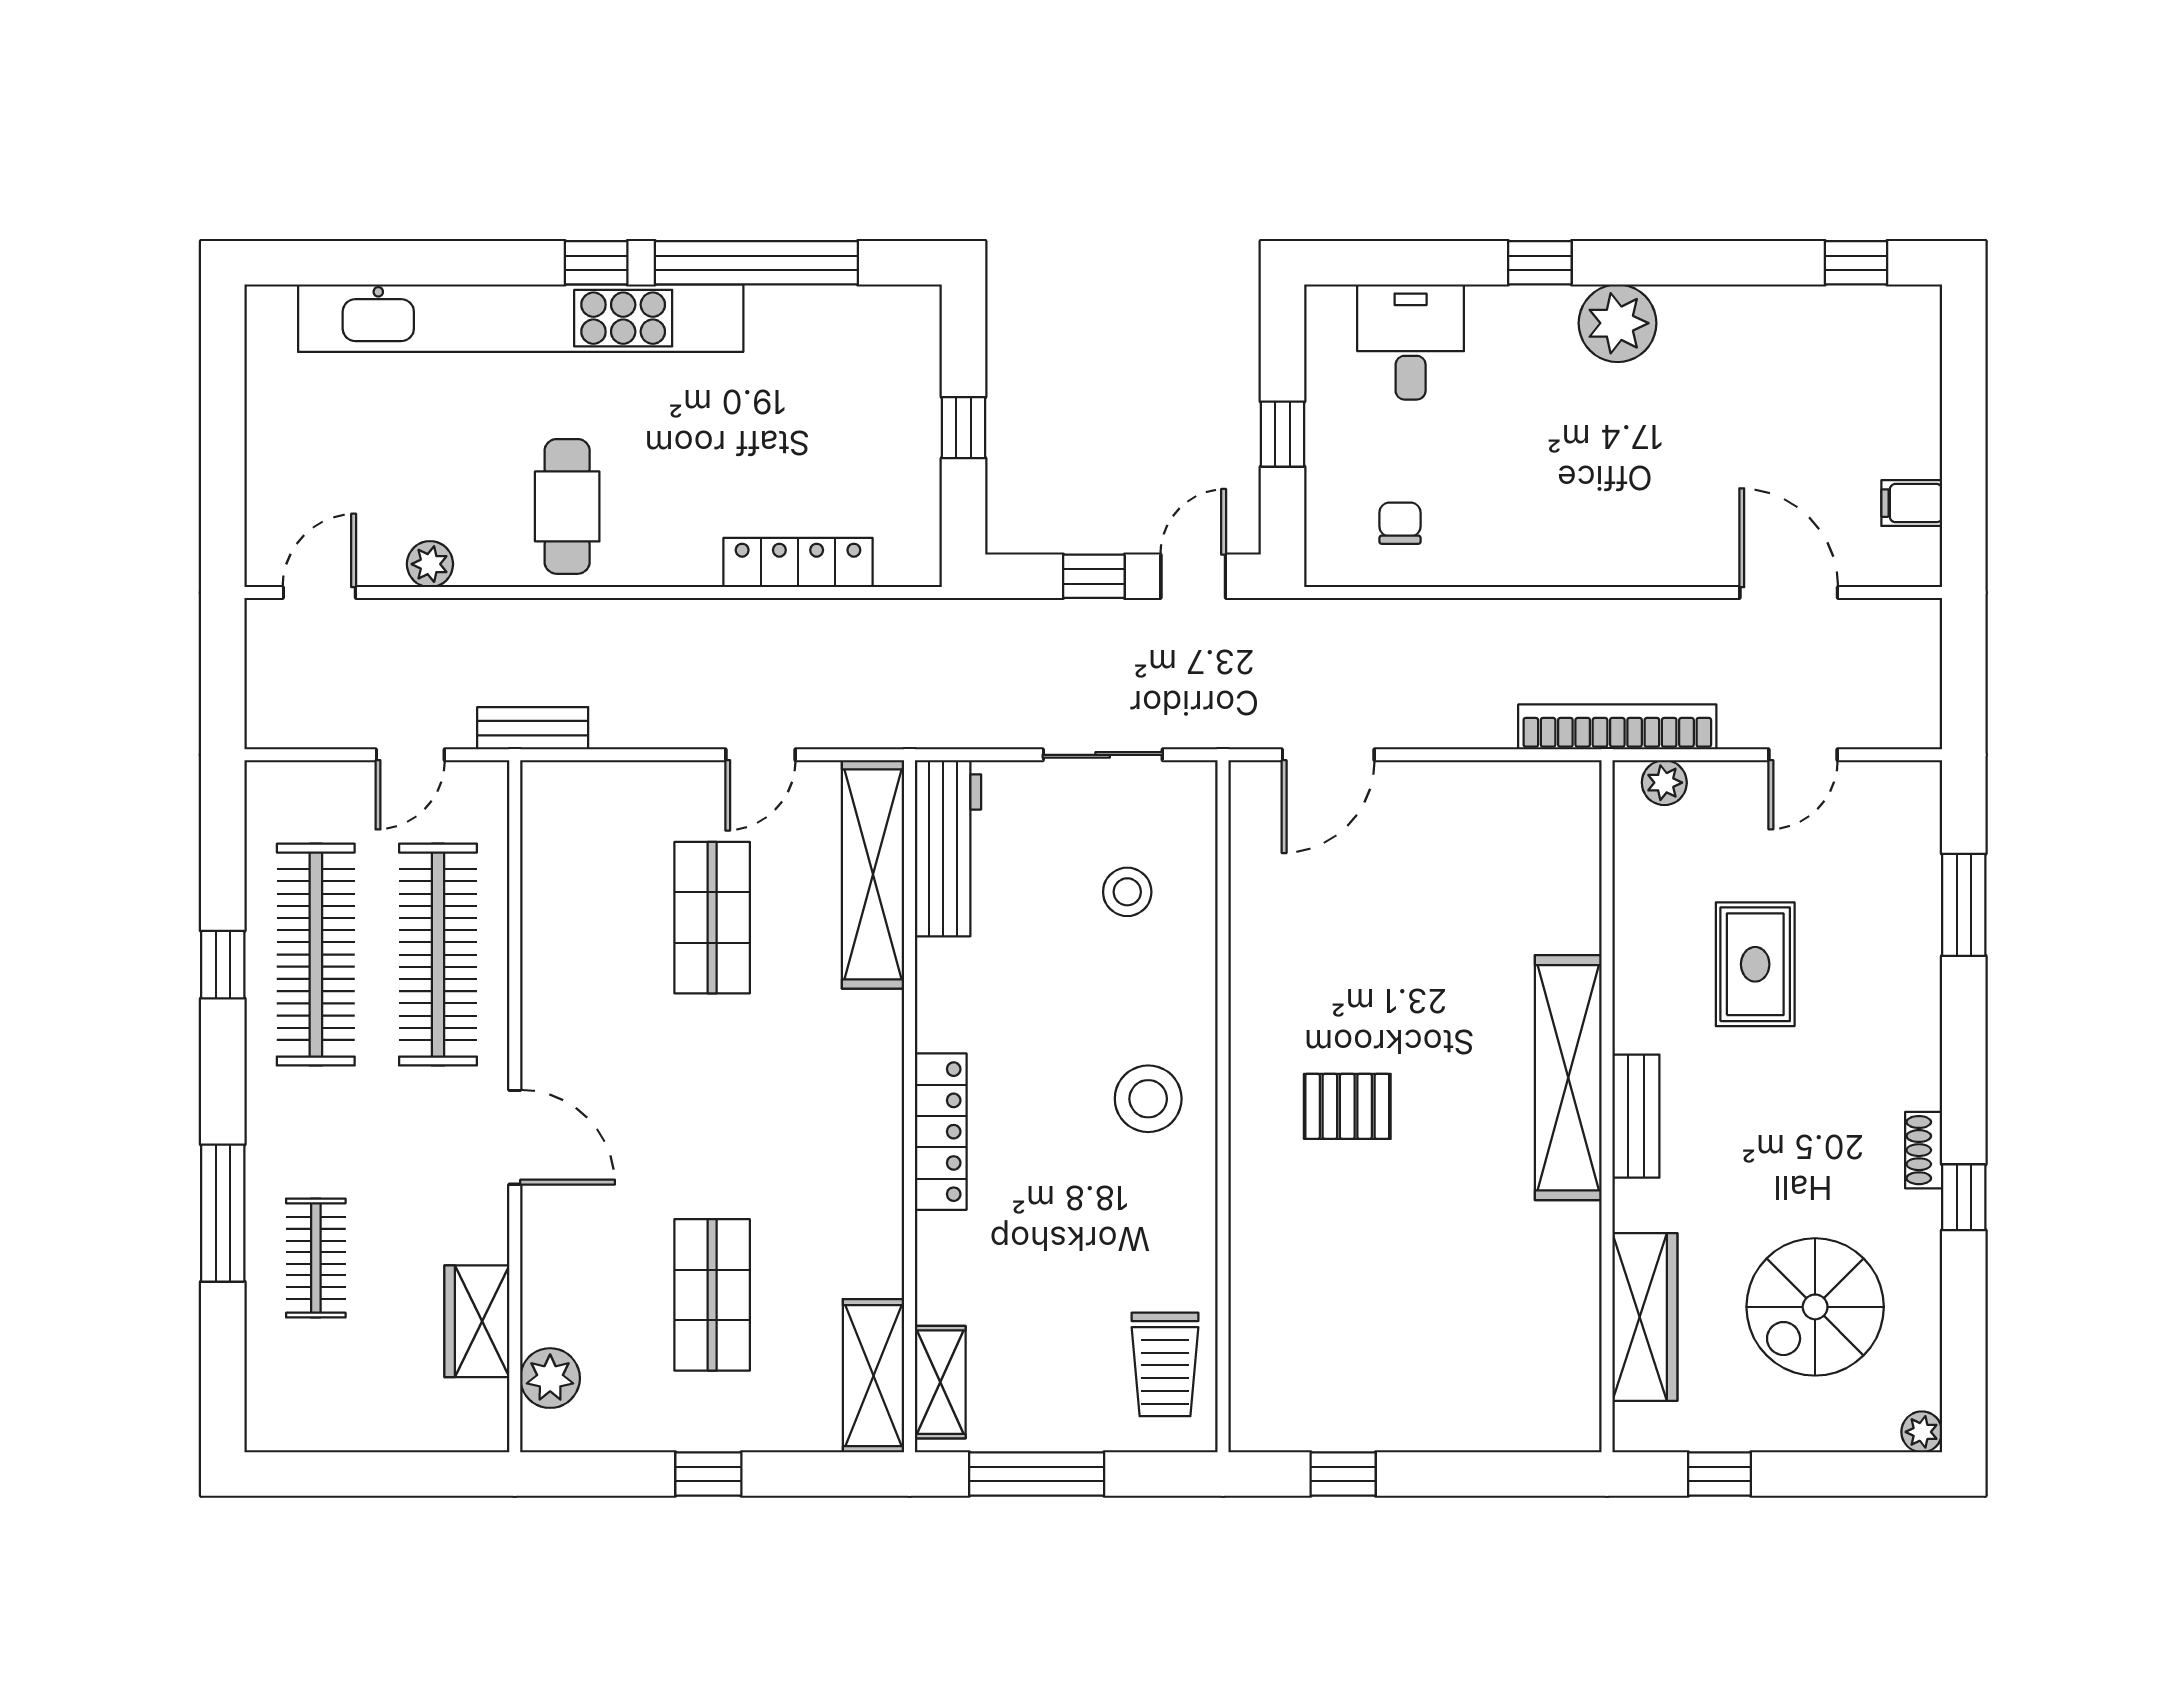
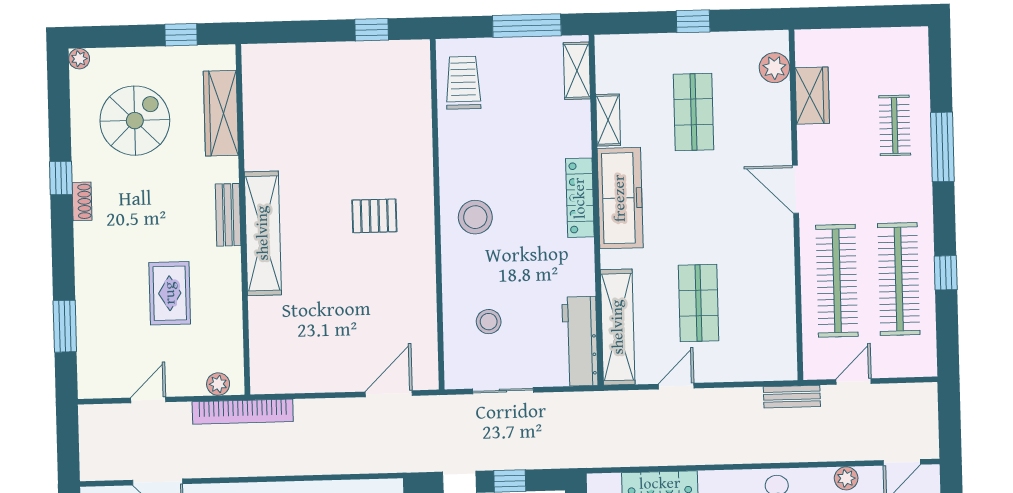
freezer: (861, 1129) -> (620, 198), added
shelving: (873, 1376) -> (608, 120), moved, width x0.67, depth x0.75

